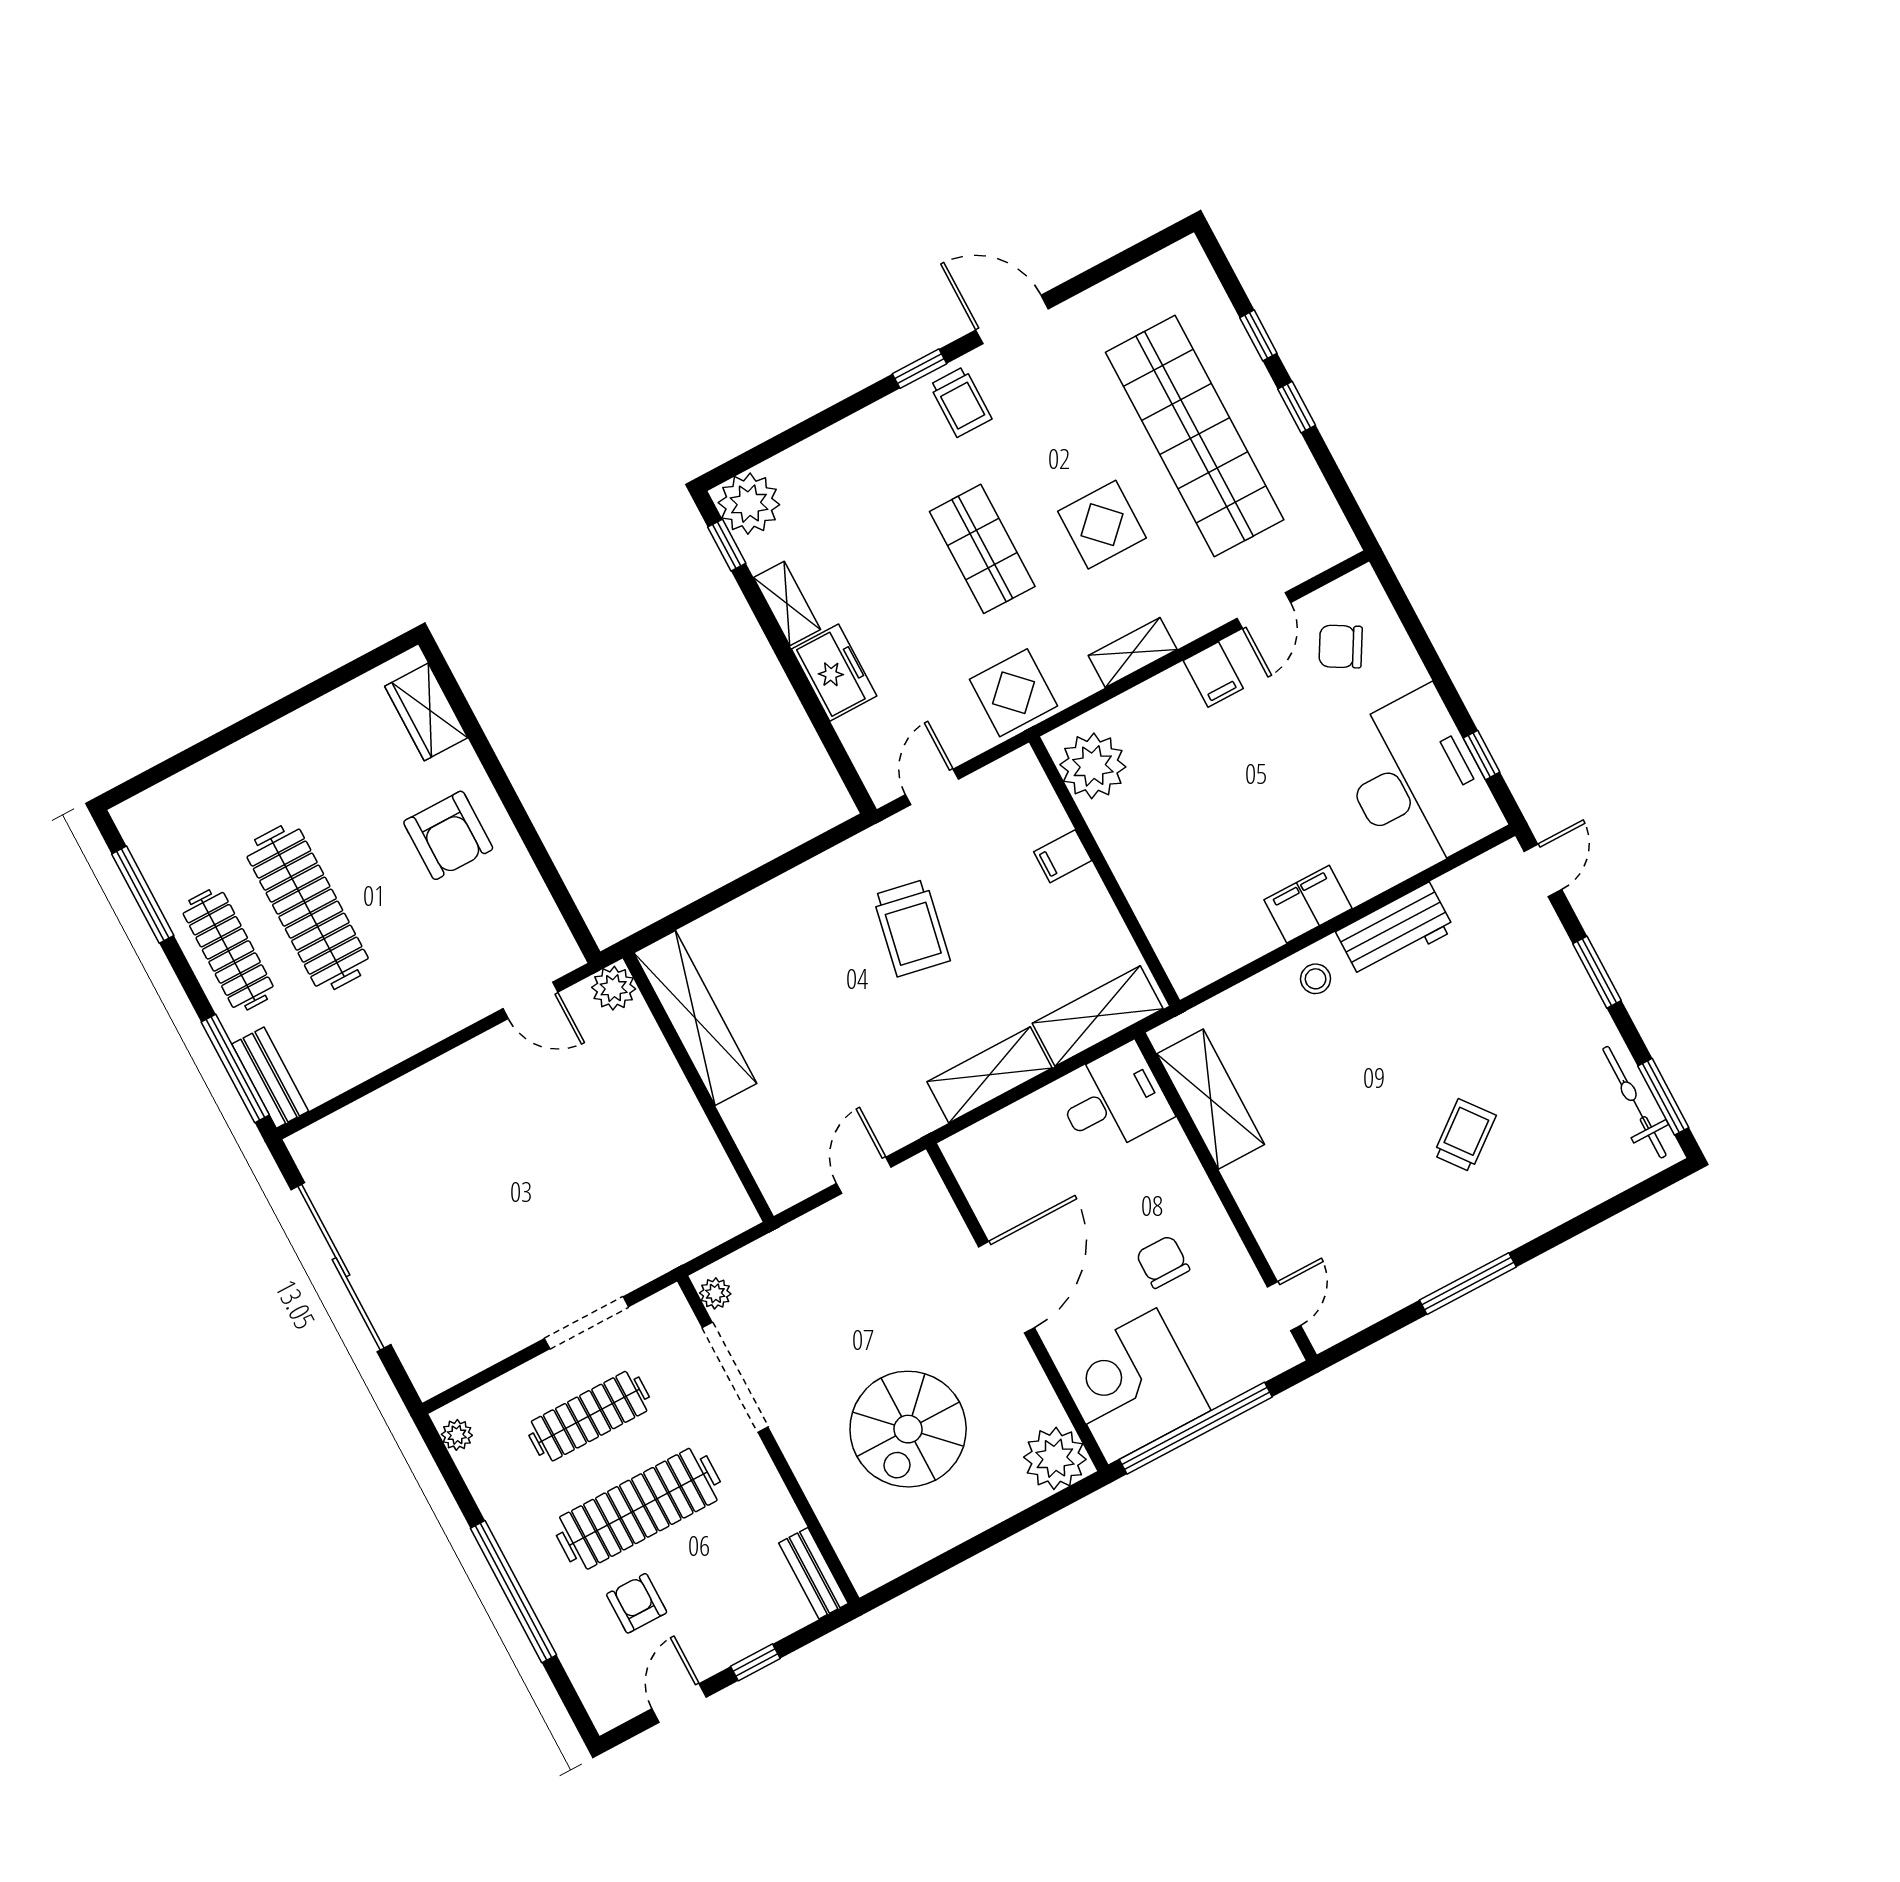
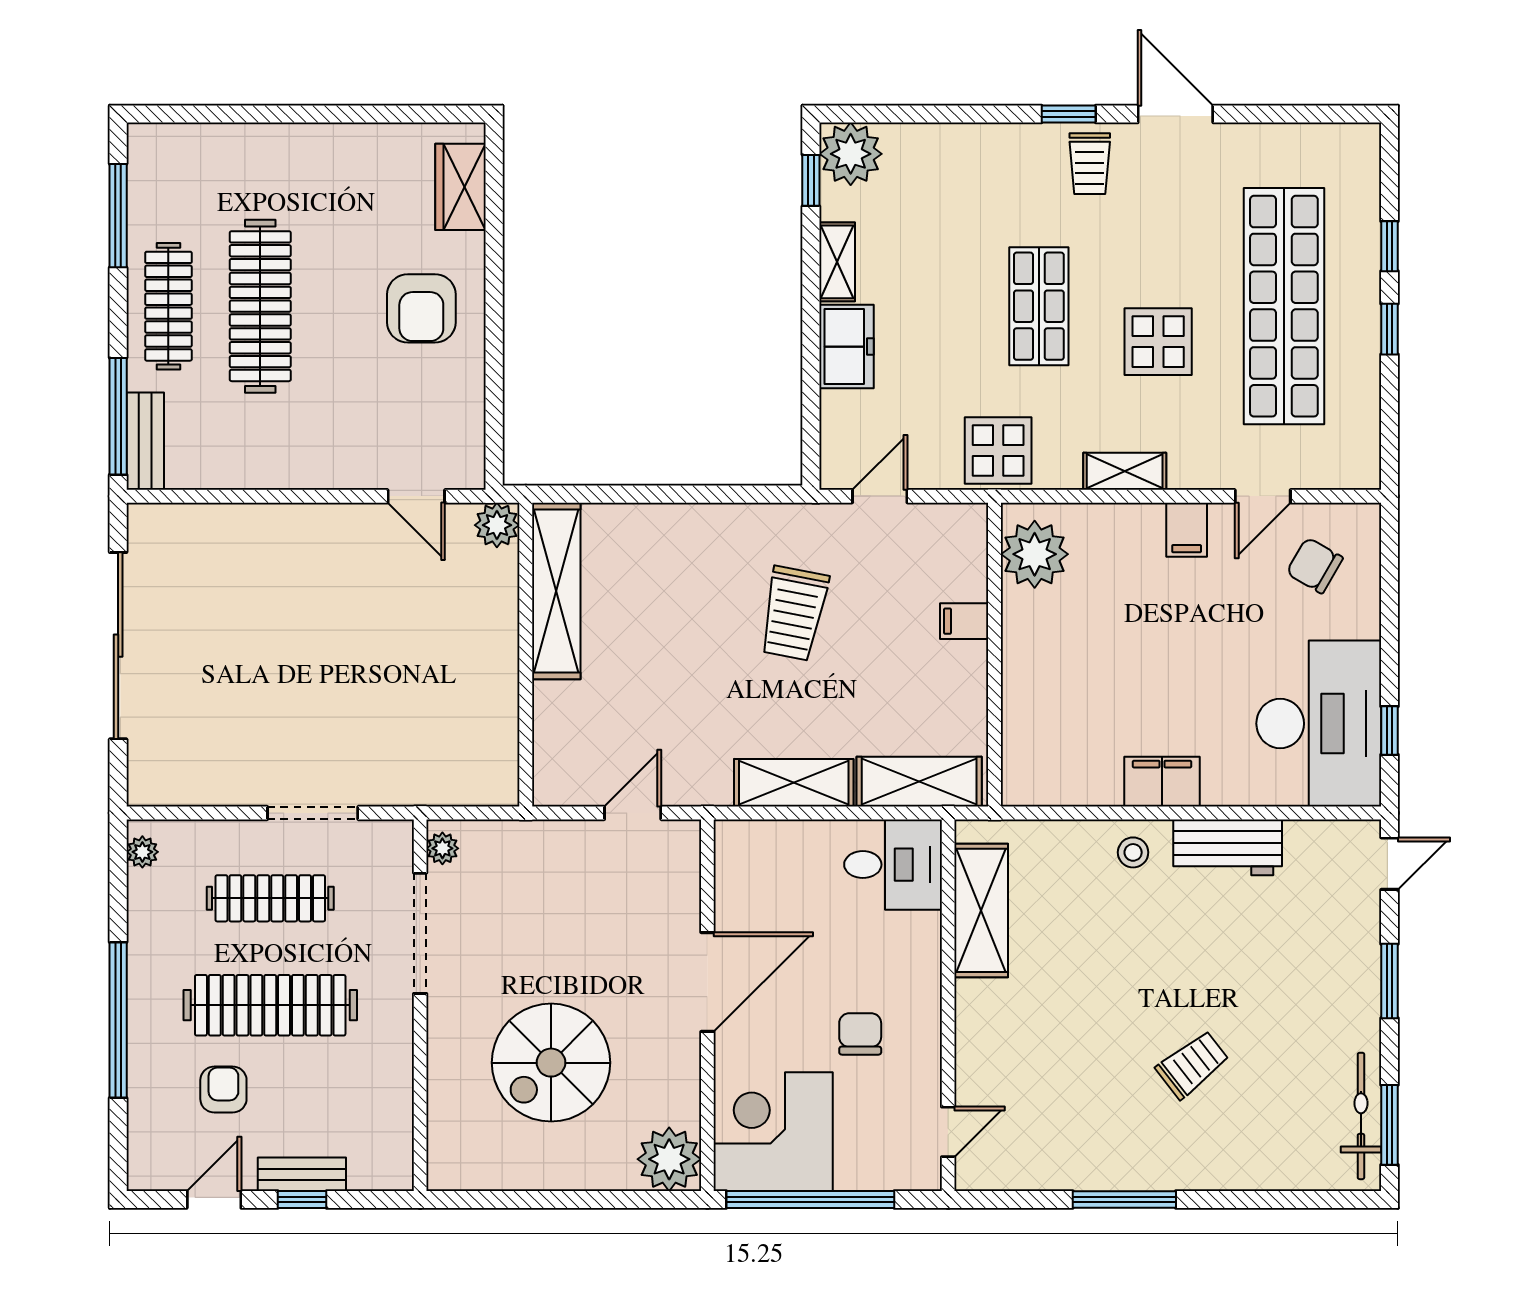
bench: (814, 1573) -> (302, 1174), moved, turned 90

